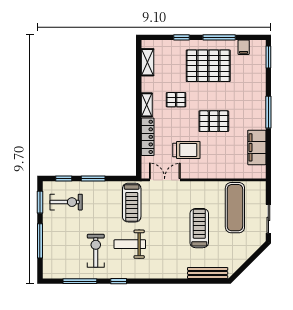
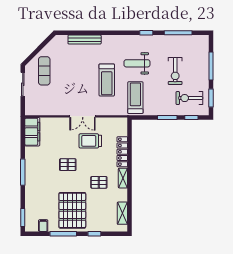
pallet: (208, 66) -> (72, 210), turned 90
pallet: (214, 121) -> (68, 165), width x0.67, depth x0.71
filing cabinet: (257, 147) -> (32, 132), moved
double door: (165, 180) -> (83, 116), moved
exercise mat: (235, 208) -> (44, 71), moved, width x0.73, depth x0.69
treadmill: (199, 228) -> (107, 80), moved
weight bench: (130, 244) -> (137, 63), turned 180
exercise bike: (96, 251) -> (175, 71), moved
bench: (208, 273) -> (85, 40), moved

